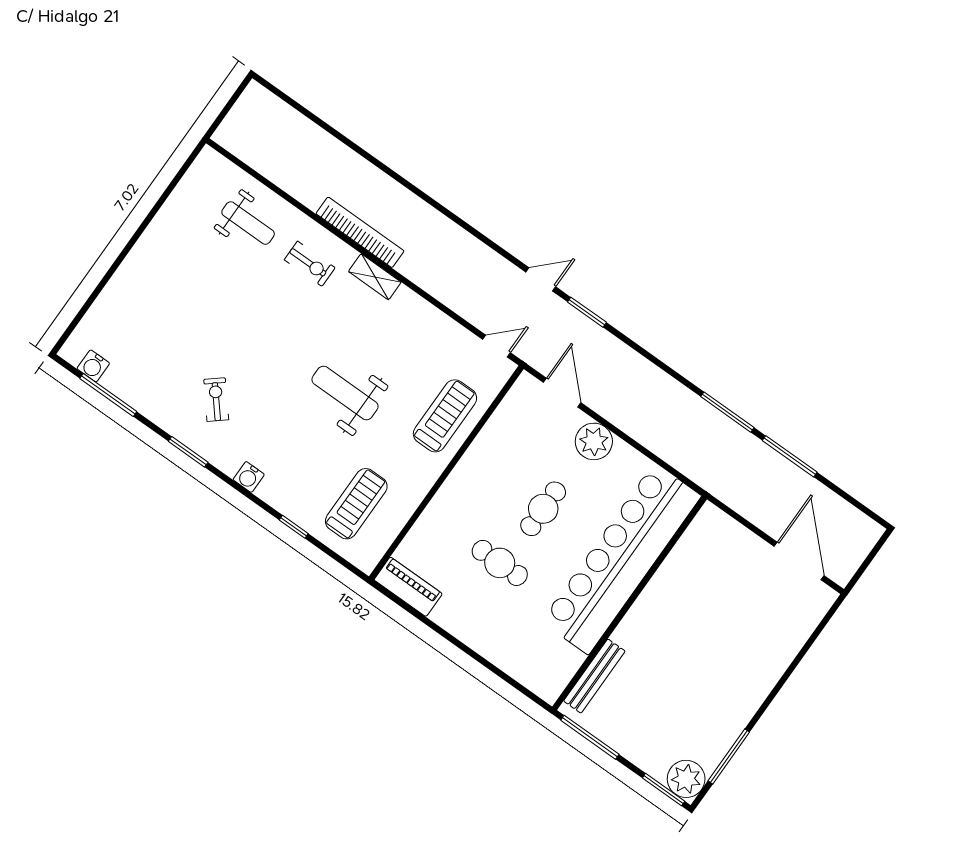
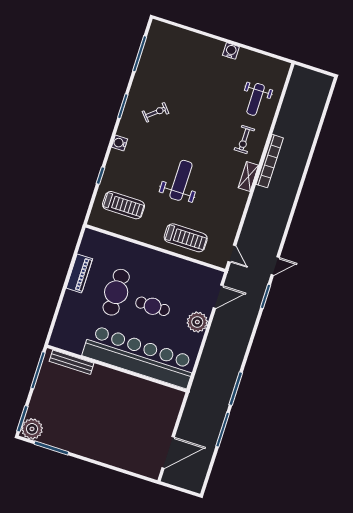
door: (541, 279) -> (275, 266), hinge flipped
water cooler: (93, 366) -> (231, 51), moved, turned 90
cafe table: (500, 563) -> (116, 292), width x1.37, depth x1.35
piano: (408, 587) -> (79, 273), moved

